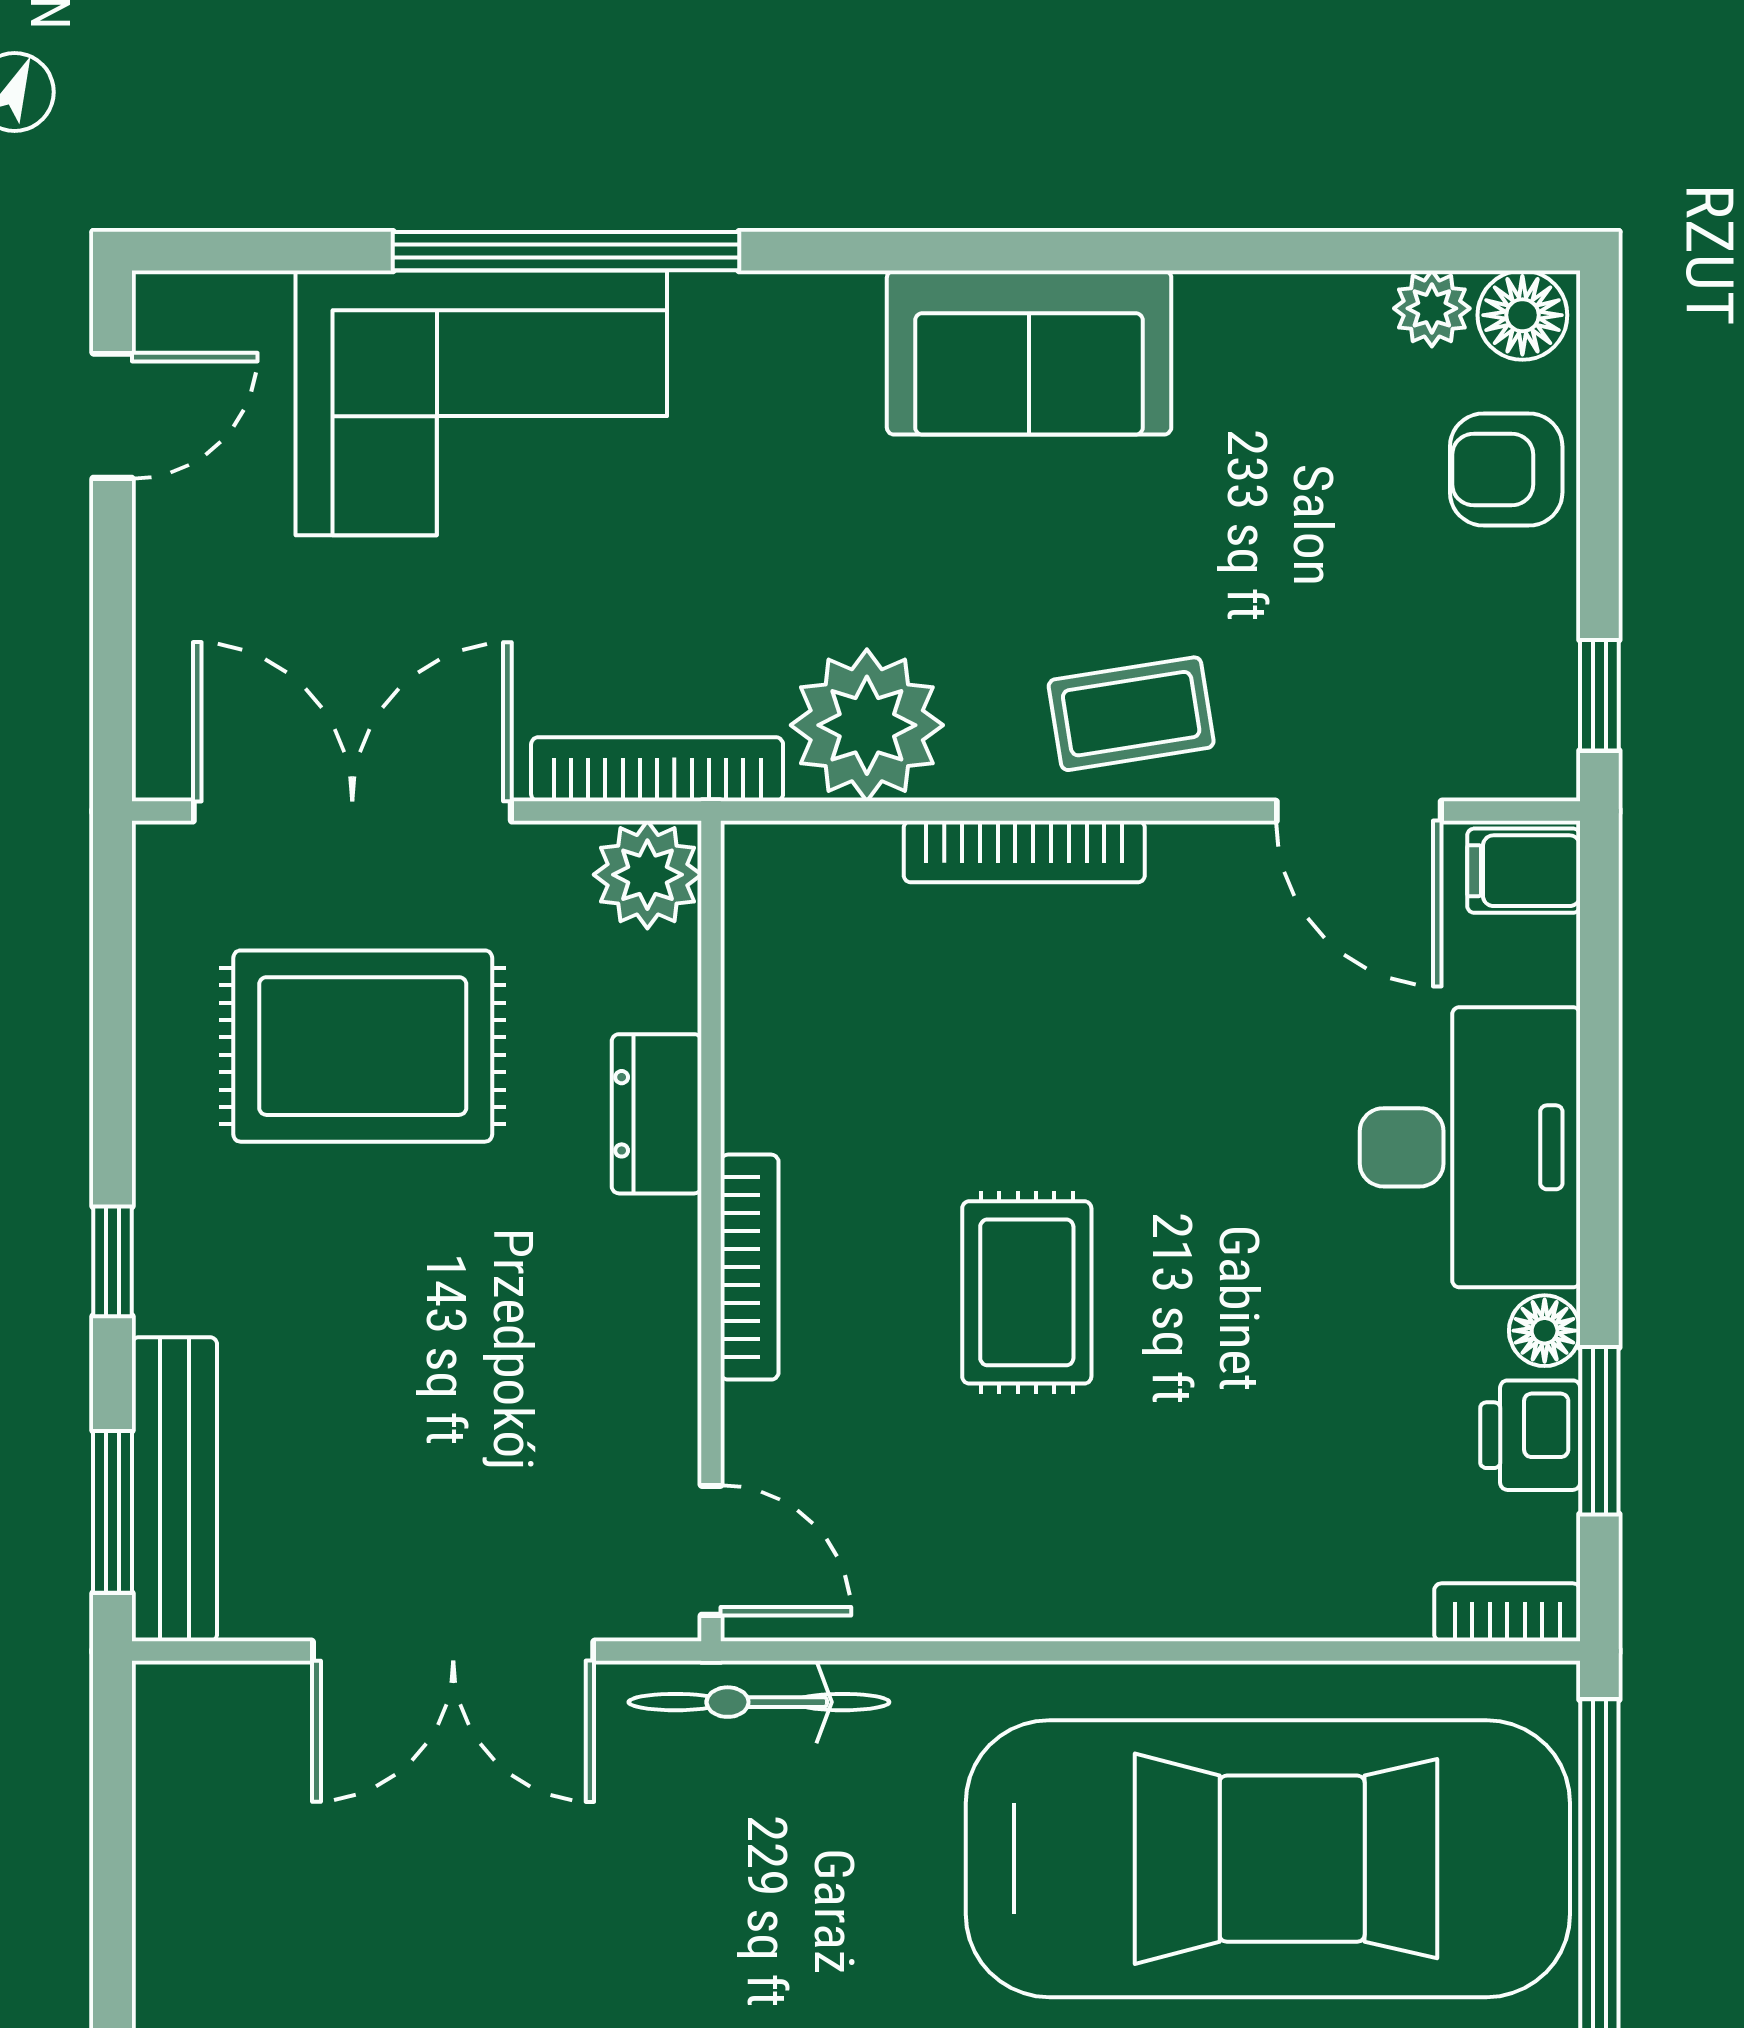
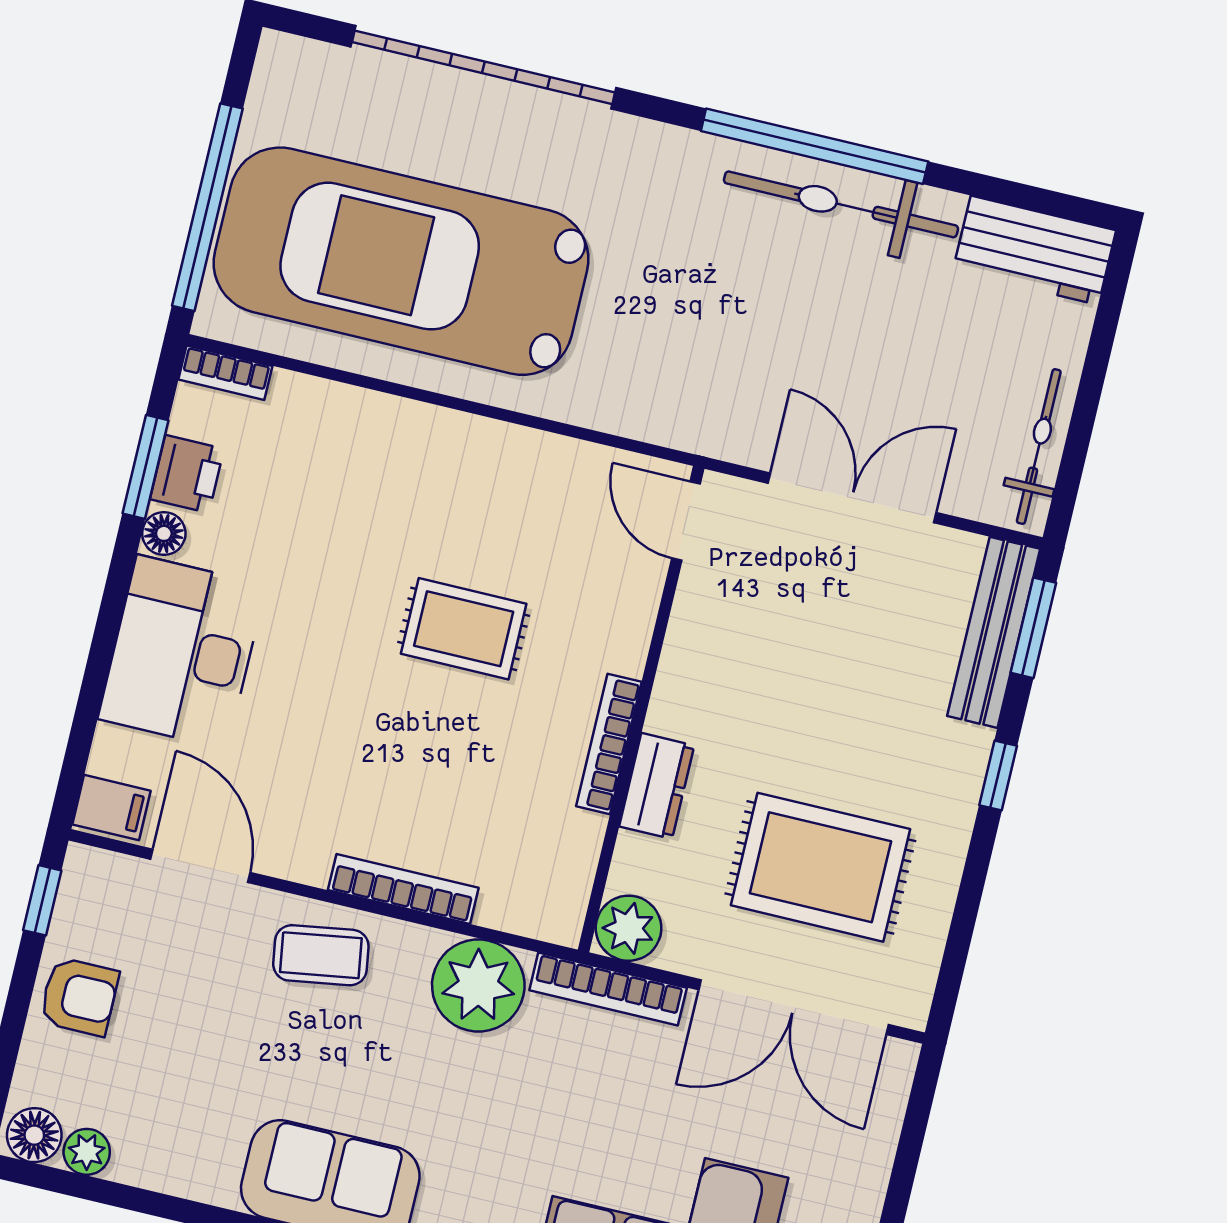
armchair: (1506, 469) -> (79, 997), moved
bookcase: (750, 1267) -> (609, 744), moved
rug: (1027, 1292) -> (464, 629), turned 90
bicycle: (759, 1702) -> (1039, 447), moved, turned -90

